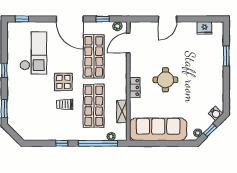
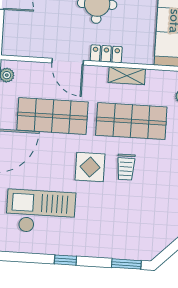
door: (128, 43) -> (68, 62), moved
shelving: (122, 111) -> (127, 76), moved

